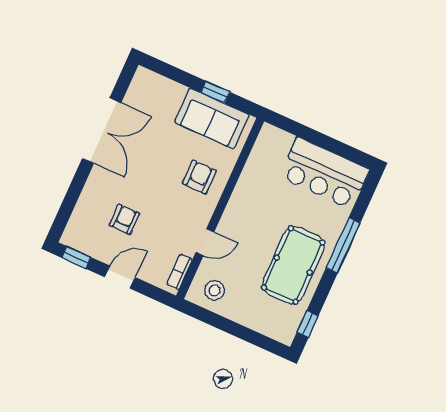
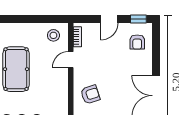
armchair: (199, 177) -> (90, 95), turned -108
armchair: (124, 219) -> (137, 42), moved

